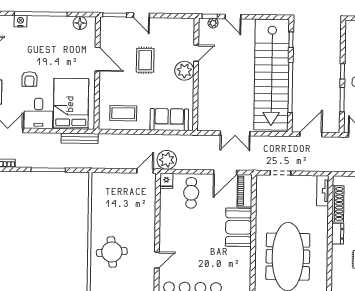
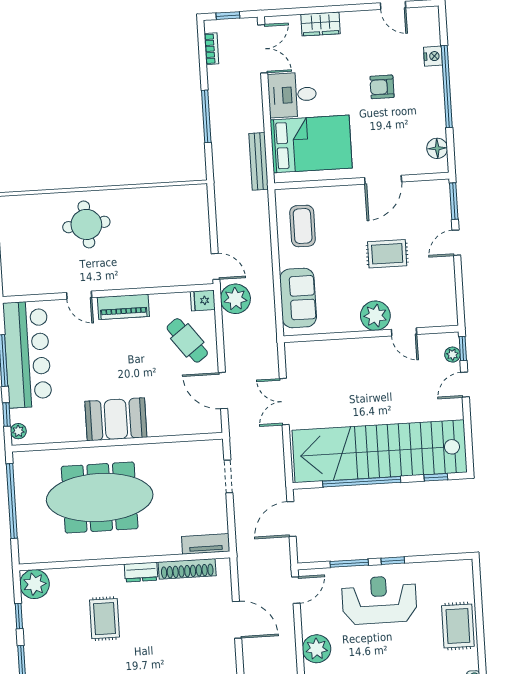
armchair: (29, 79) -> (382, 87), moved
door: (311, 134) -> (291, 519), swing flipped
piano: (245, 191) -> (123, 307), moved, turned 180
cafe table: (191, 193) -> (187, 340), turned 53
booth: (239, 227) -> (116, 419), moved

